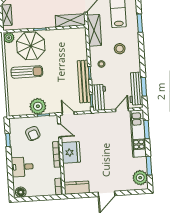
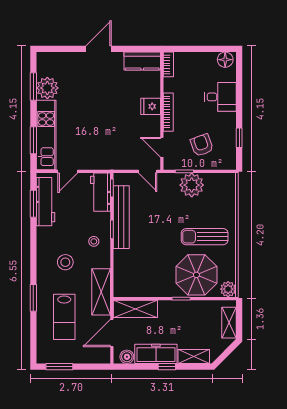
fridge: (71, 152) -> (151, 106), width x0.53, depth x0.75
plant: (140, 178) -> (47, 88), moved

